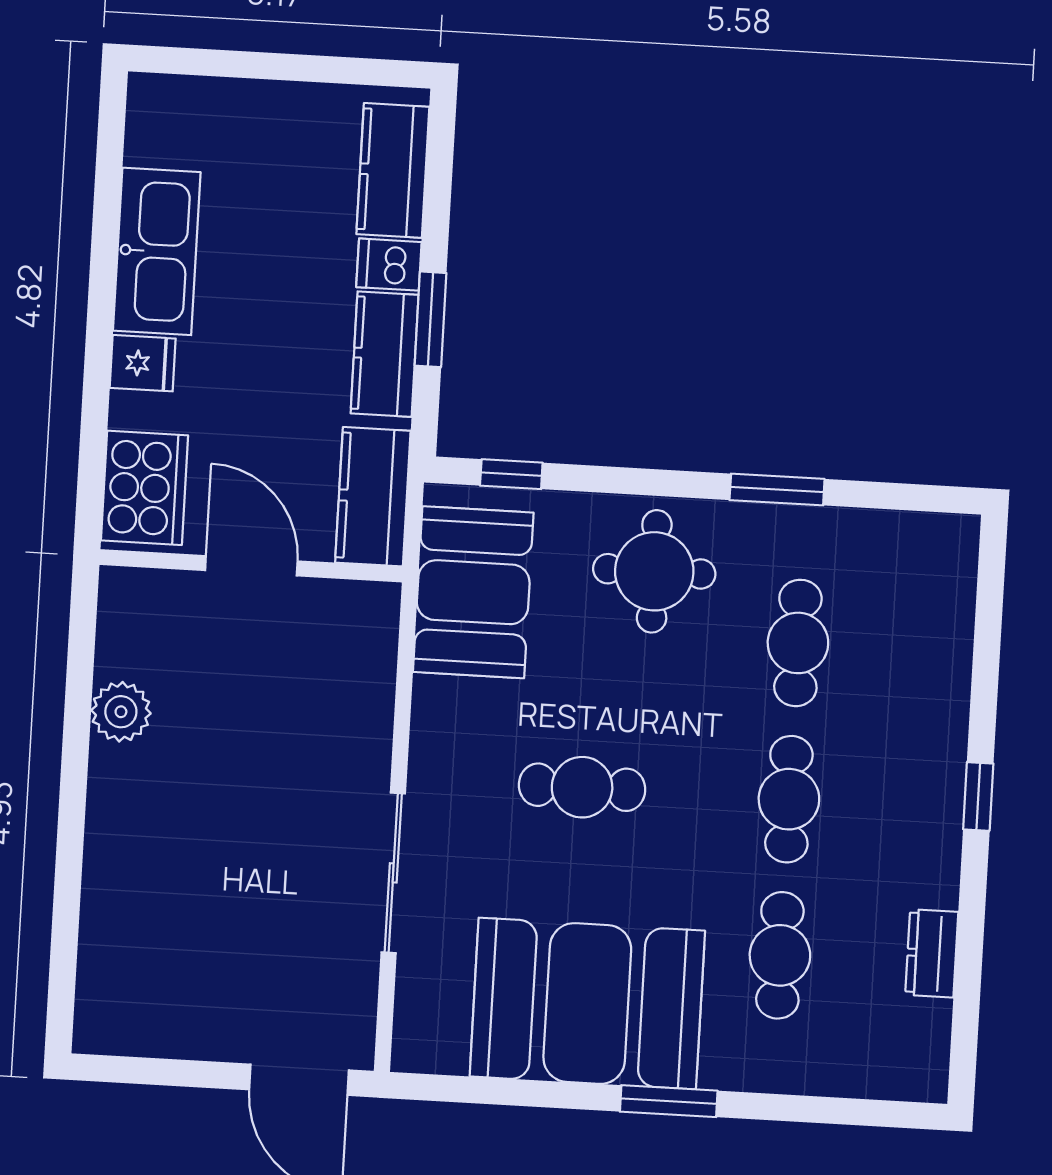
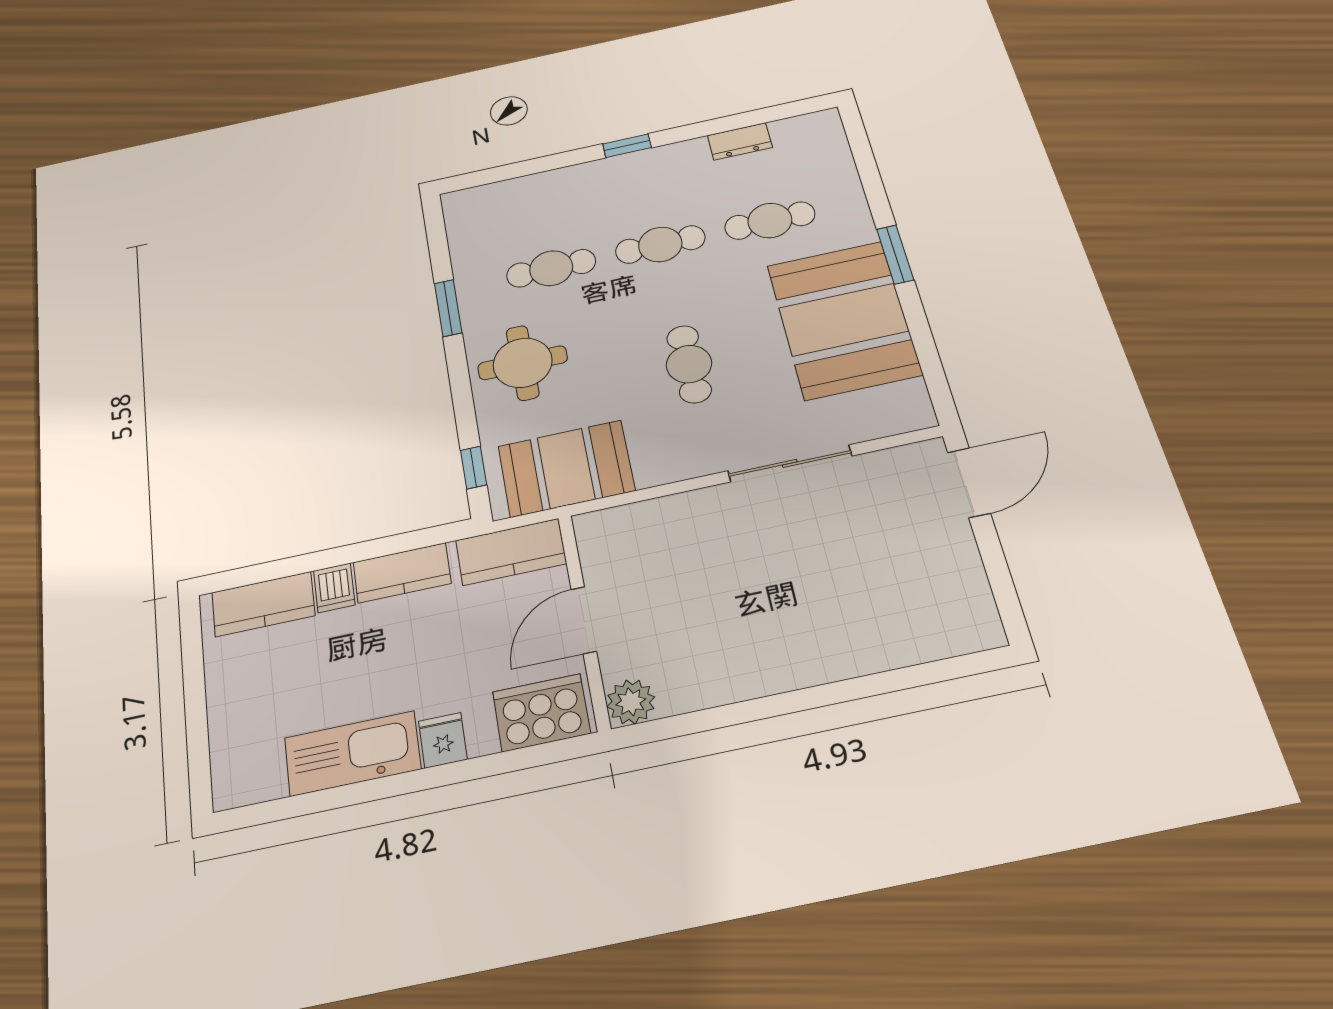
window: (430, 319) -> (370, 550), removed
plant: (121, 712) -> (631, 702), moved

